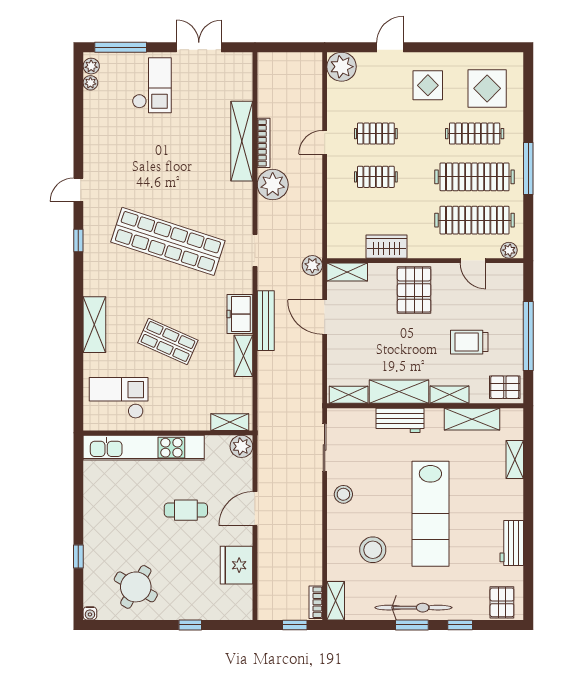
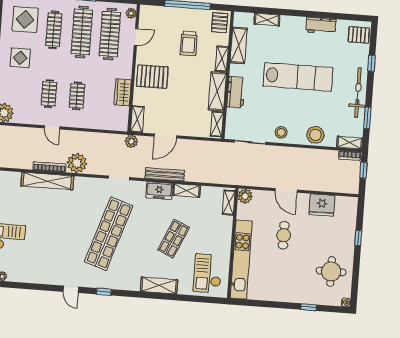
stool: (373, 550) -> (315, 135), moved
round table: (136, 587) -> (331, 271), turned -30
window: (412, 625) -> (367, 118), moved

